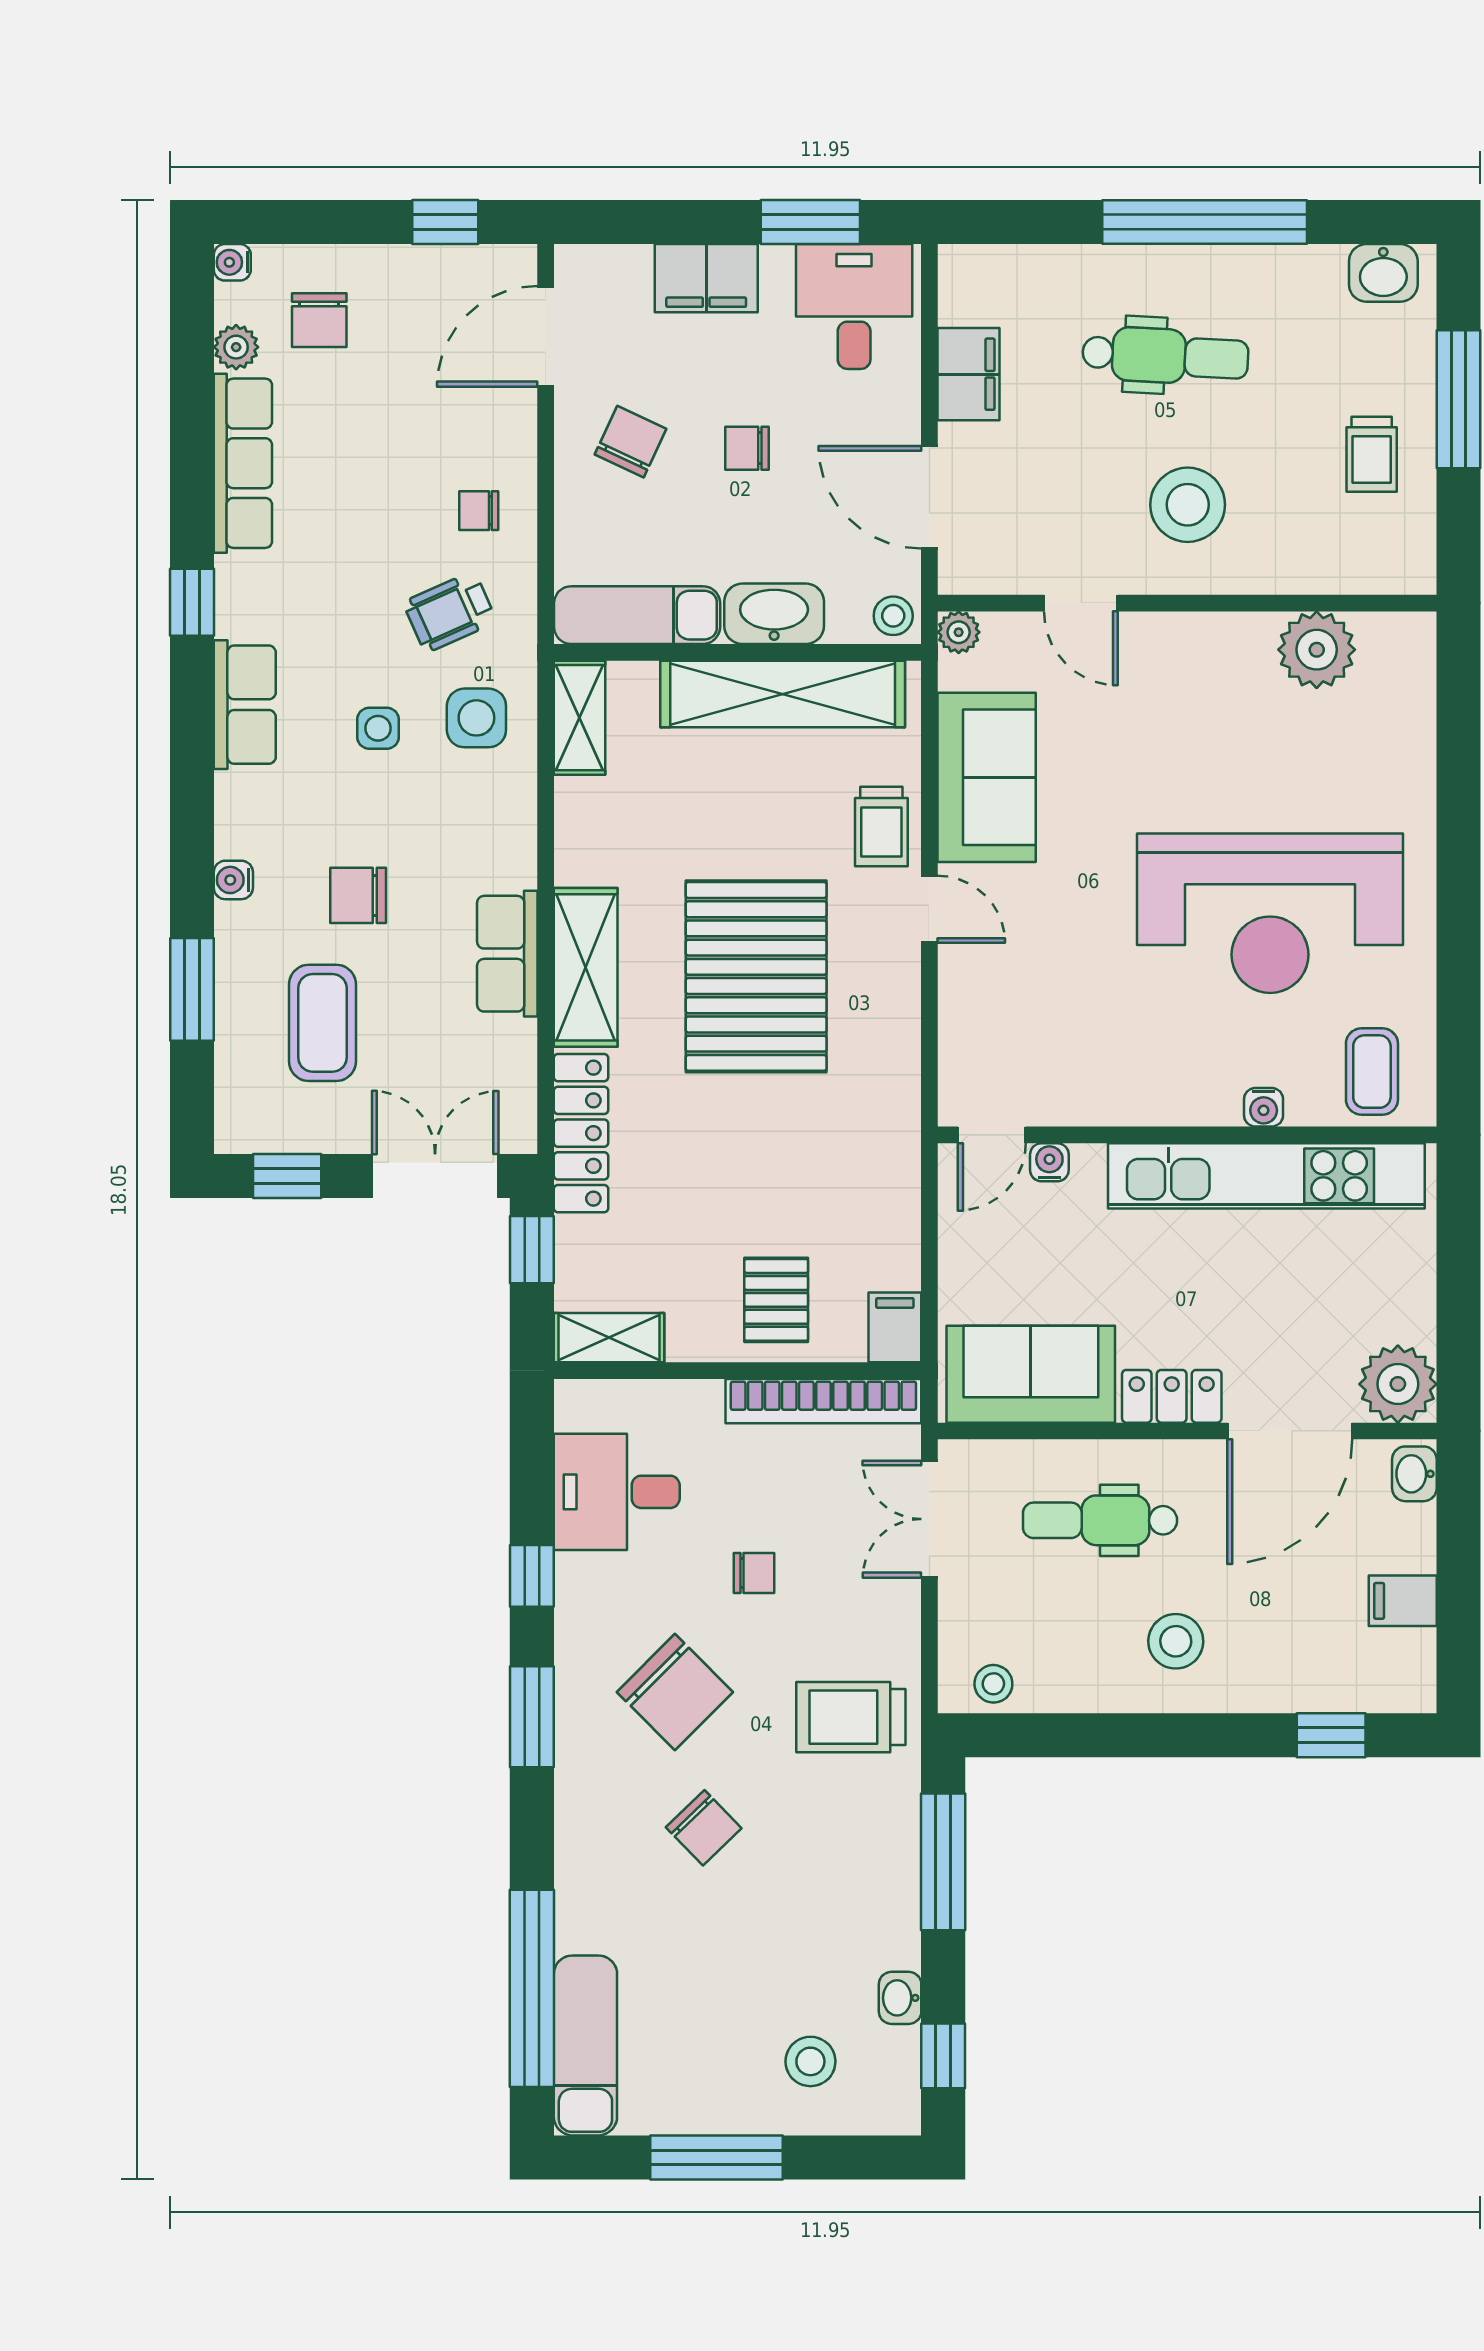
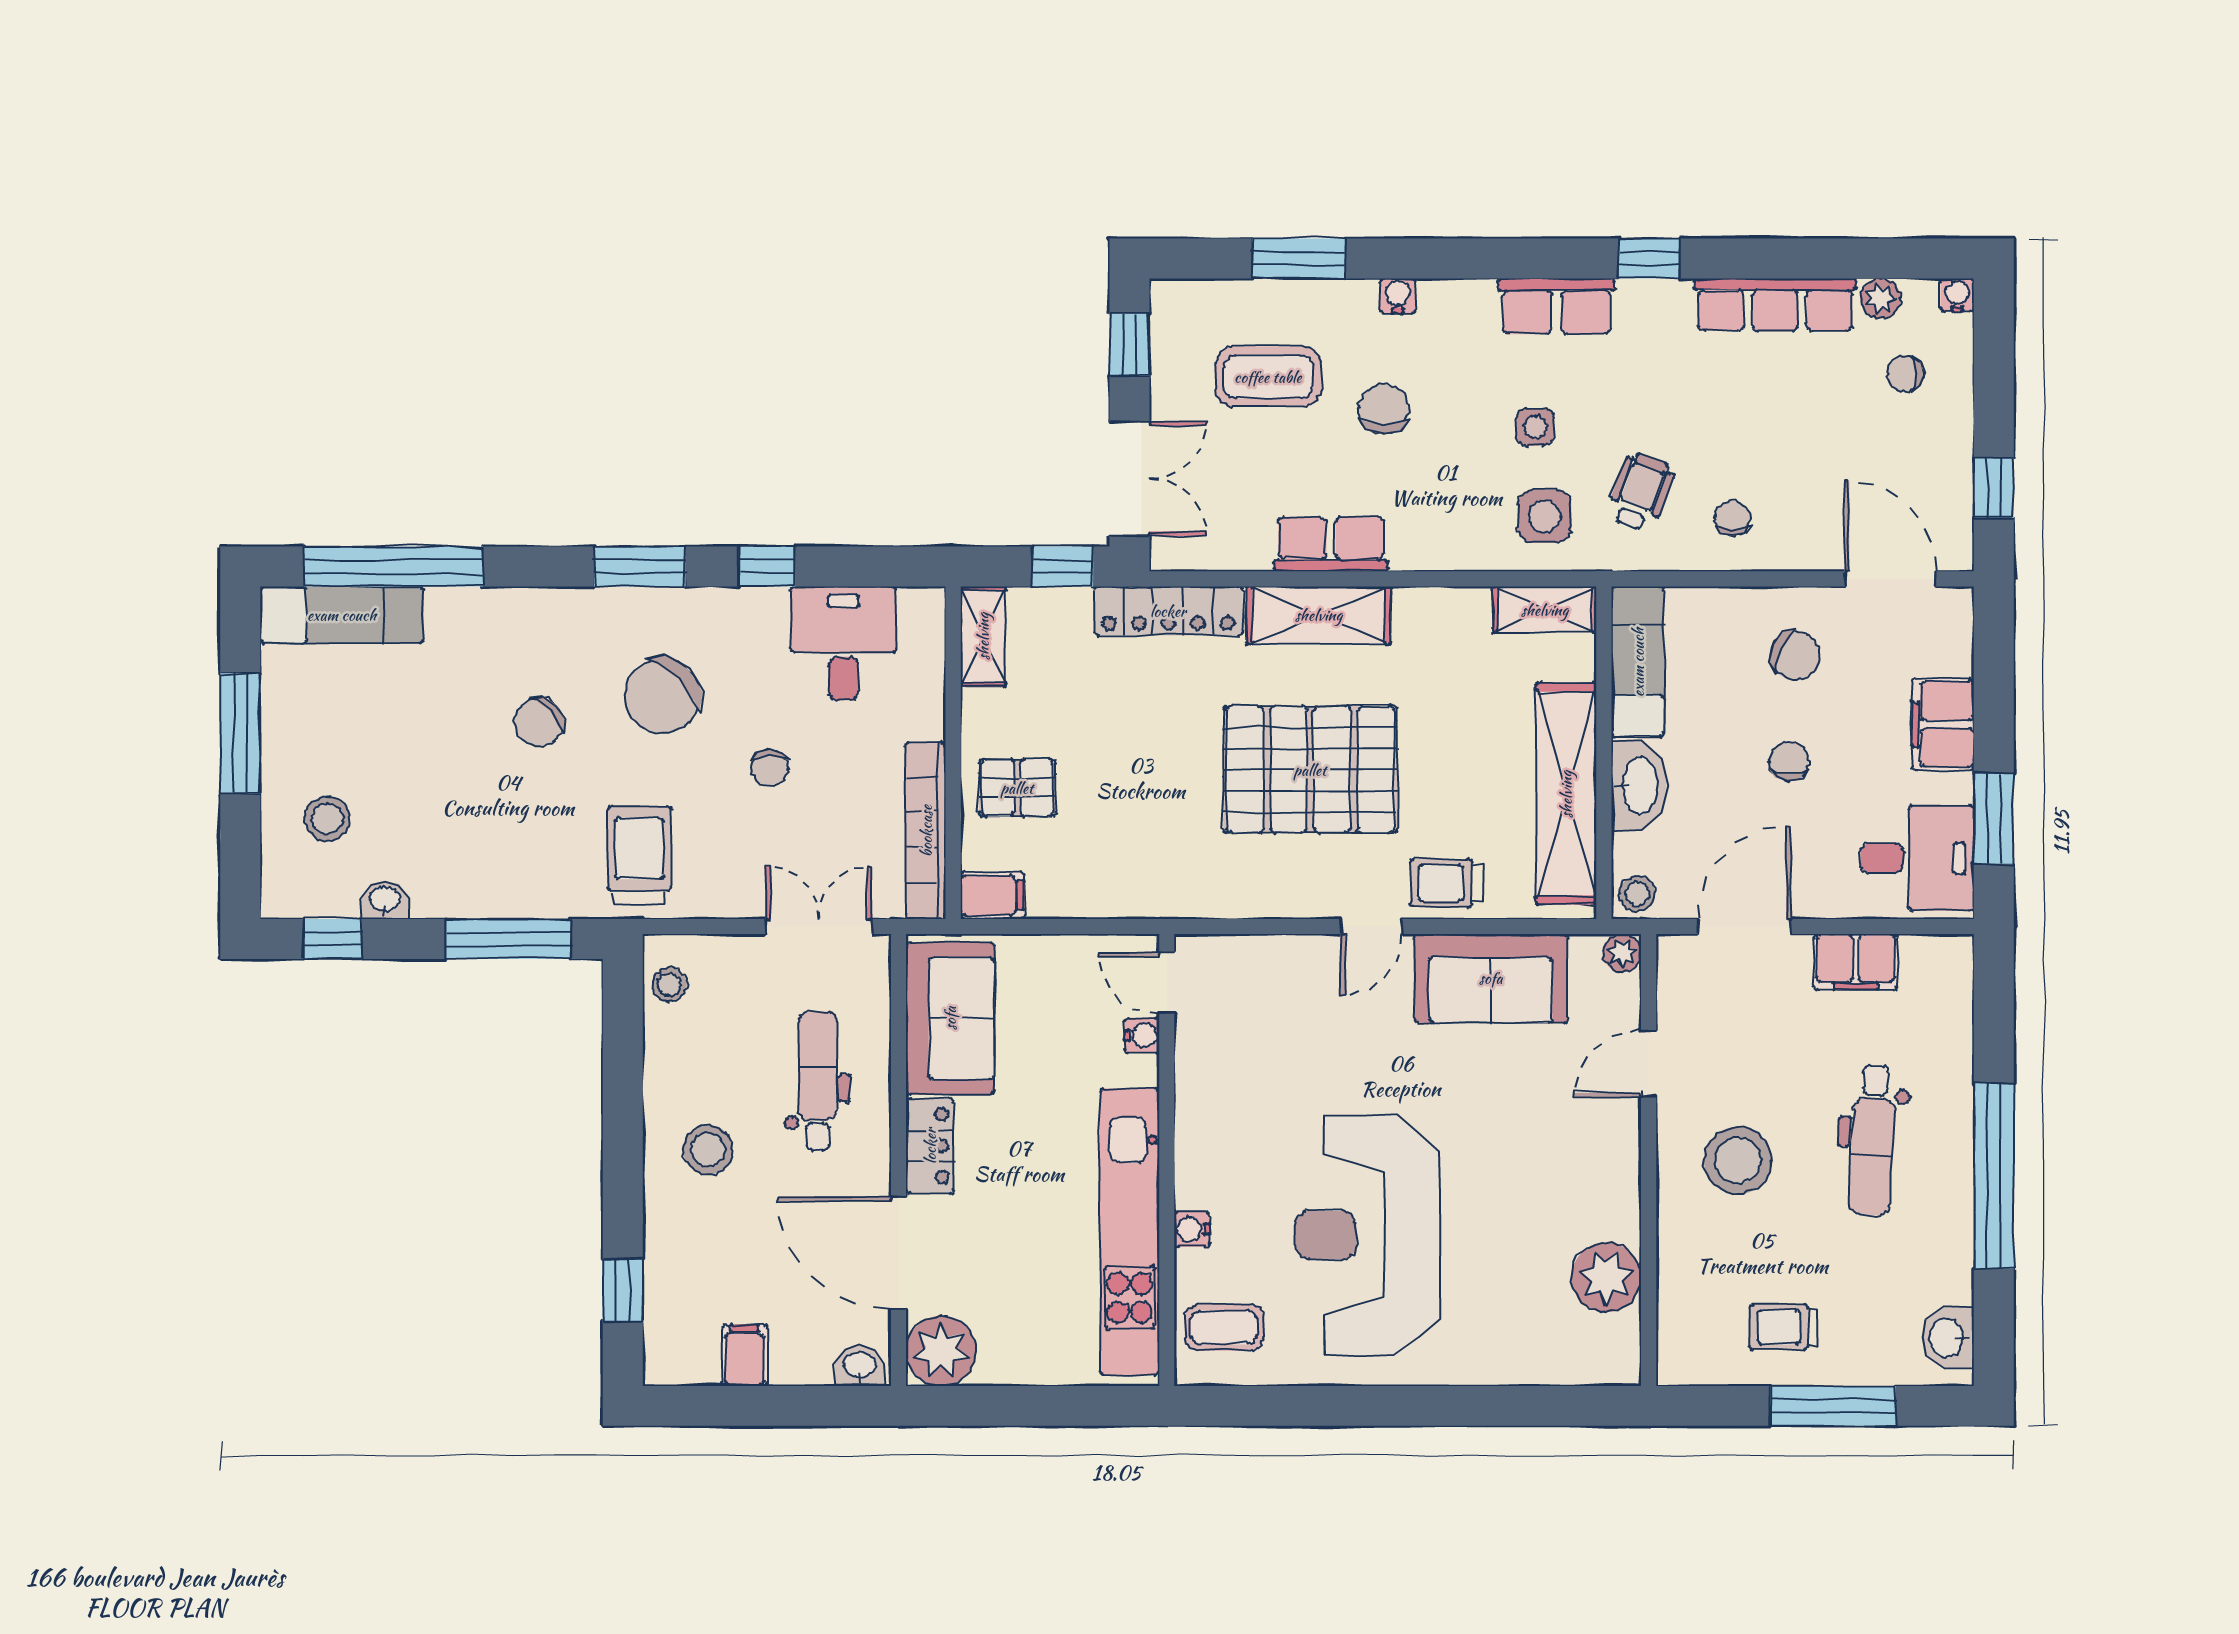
chair: (319, 320) -> (1905, 374), width x0.73, depth x0.73
wheelchair: (450, 612) -> (1641, 492), turned 45

